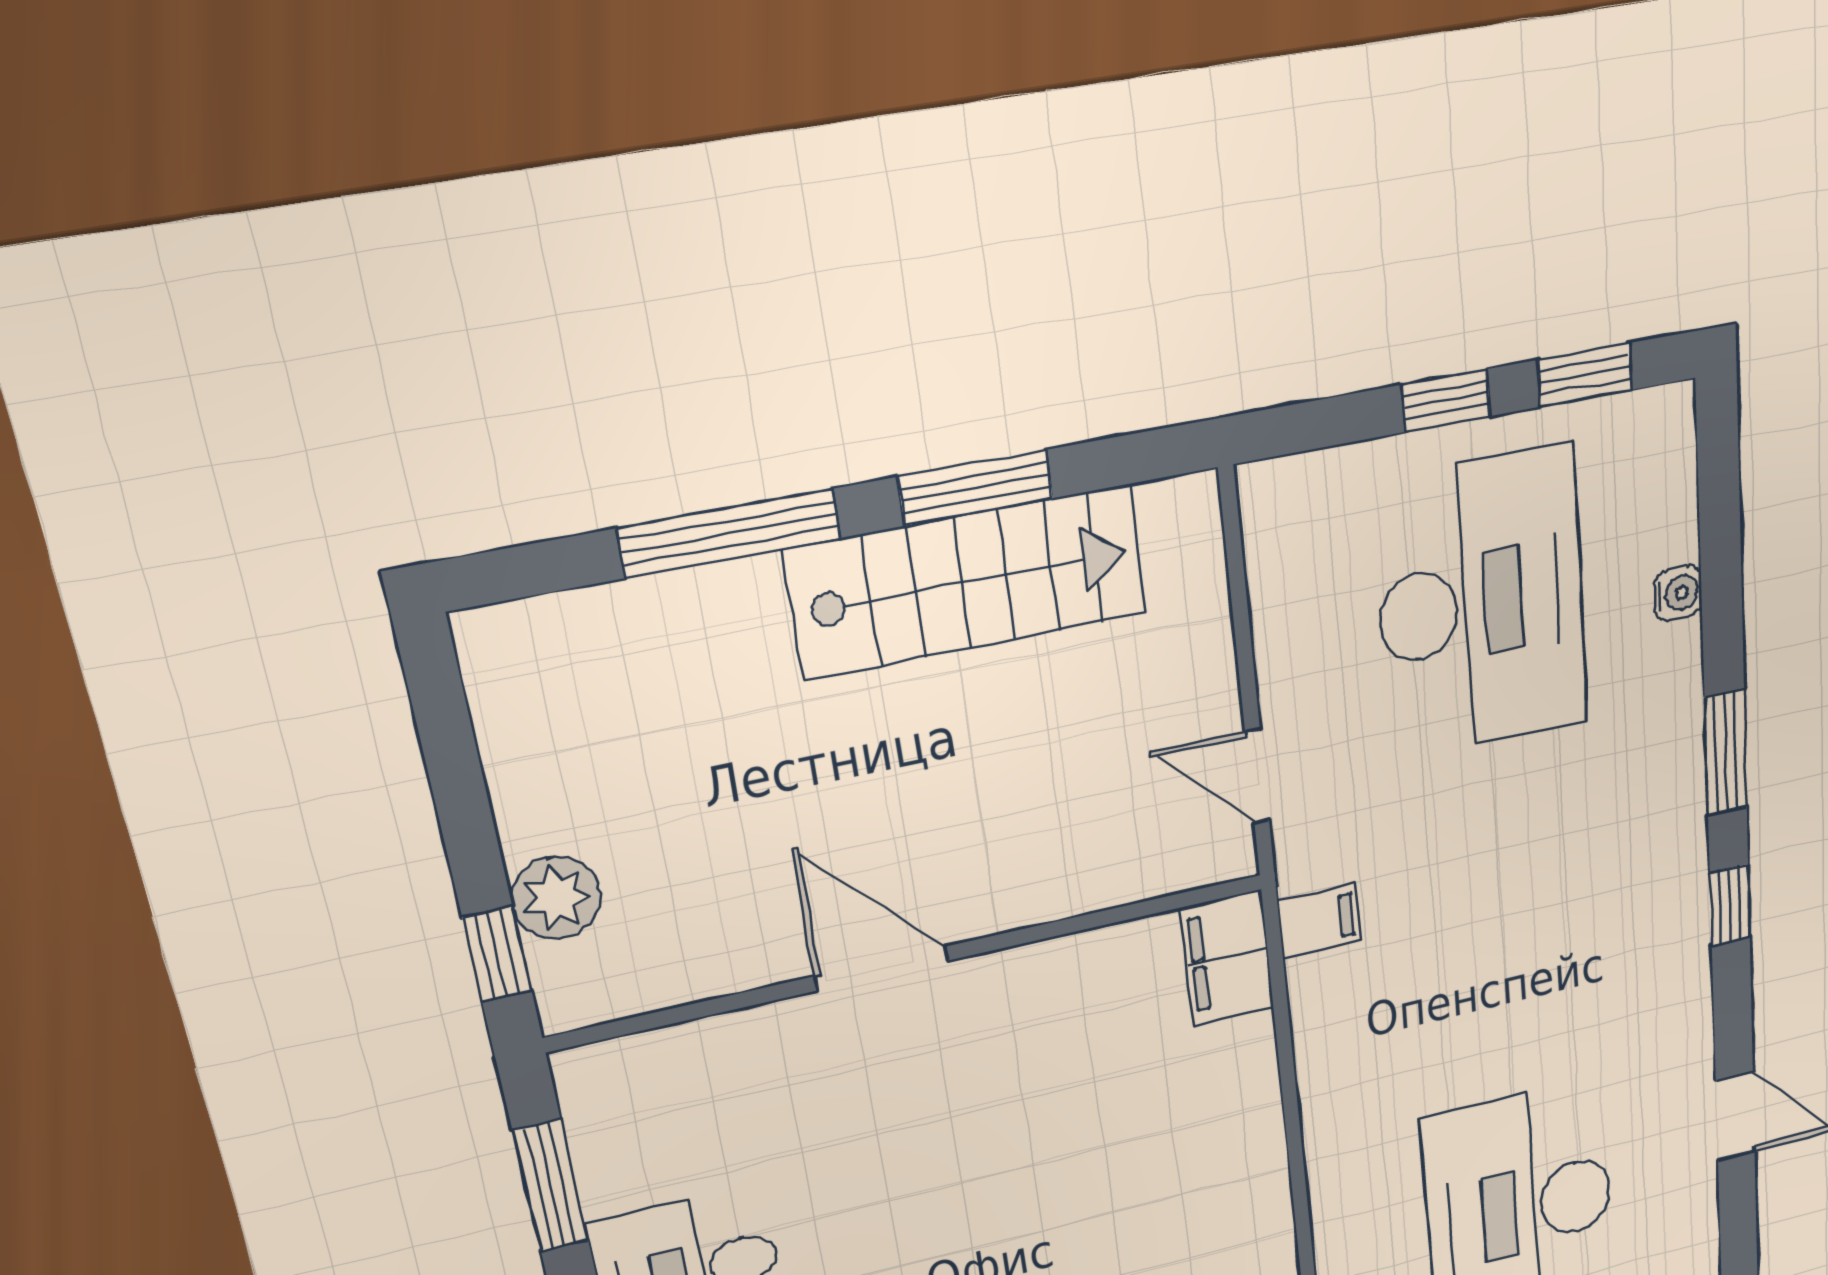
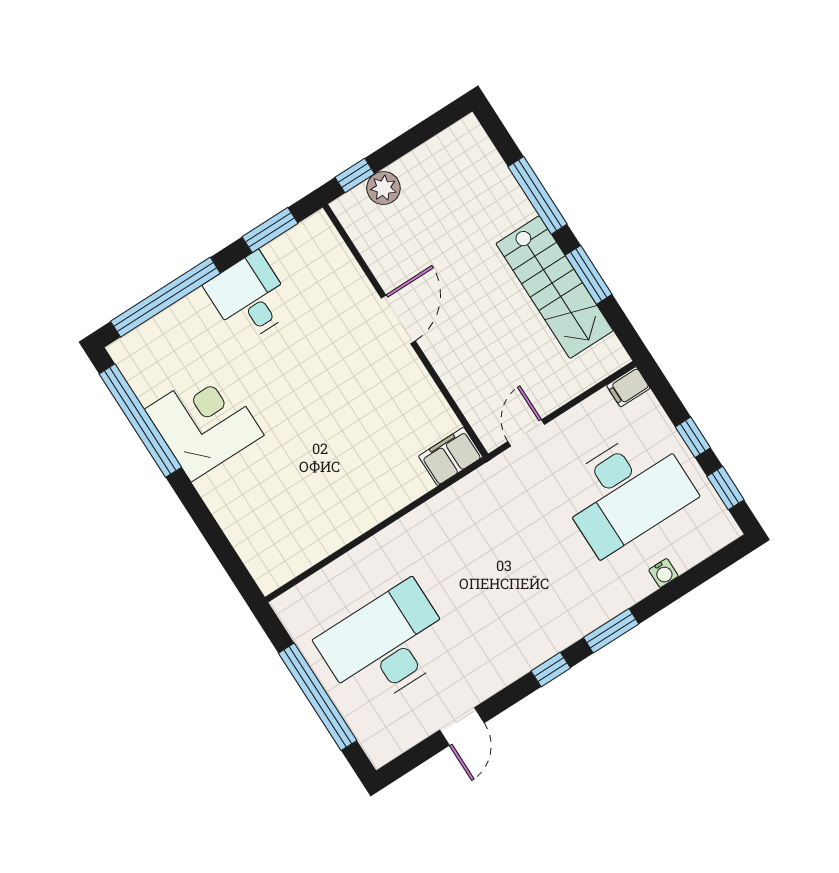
filing cabinet: (1319, 921) -> (628, 387), moved, turned 90

